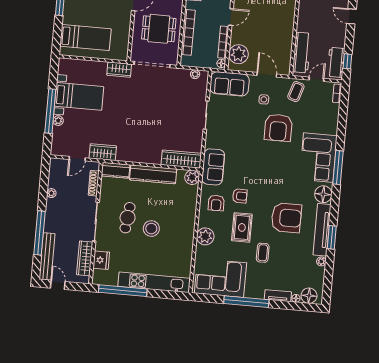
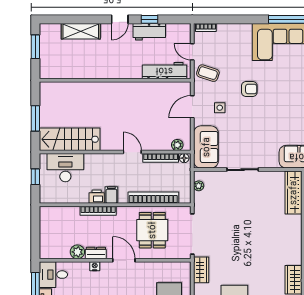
plant: (238, 54) -> (177, 145), width x0.53, depth x0.53
window: (347, 61) -> (150, 19), moved
workbench: (336, 62) -> (149, 32), moved
armchair: (278, 128) -> (249, 89), width x0.53, depth x0.53

